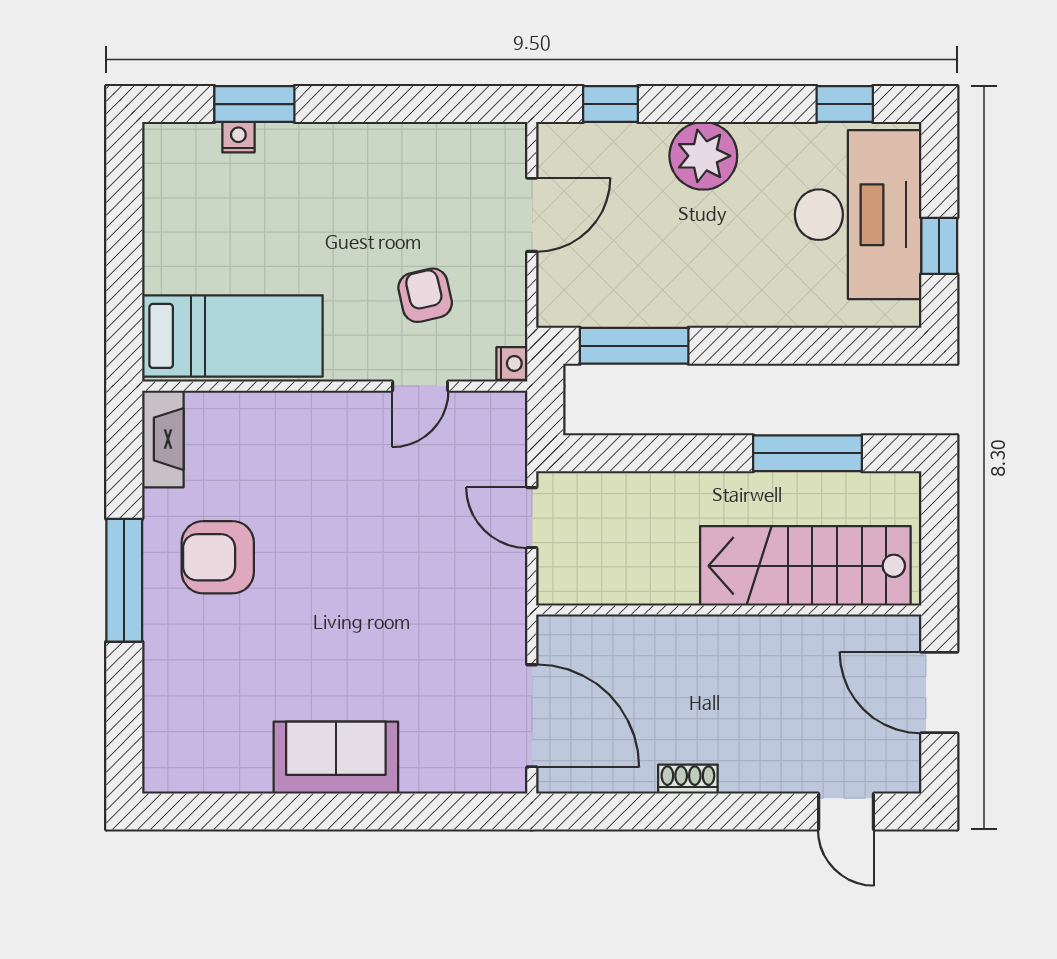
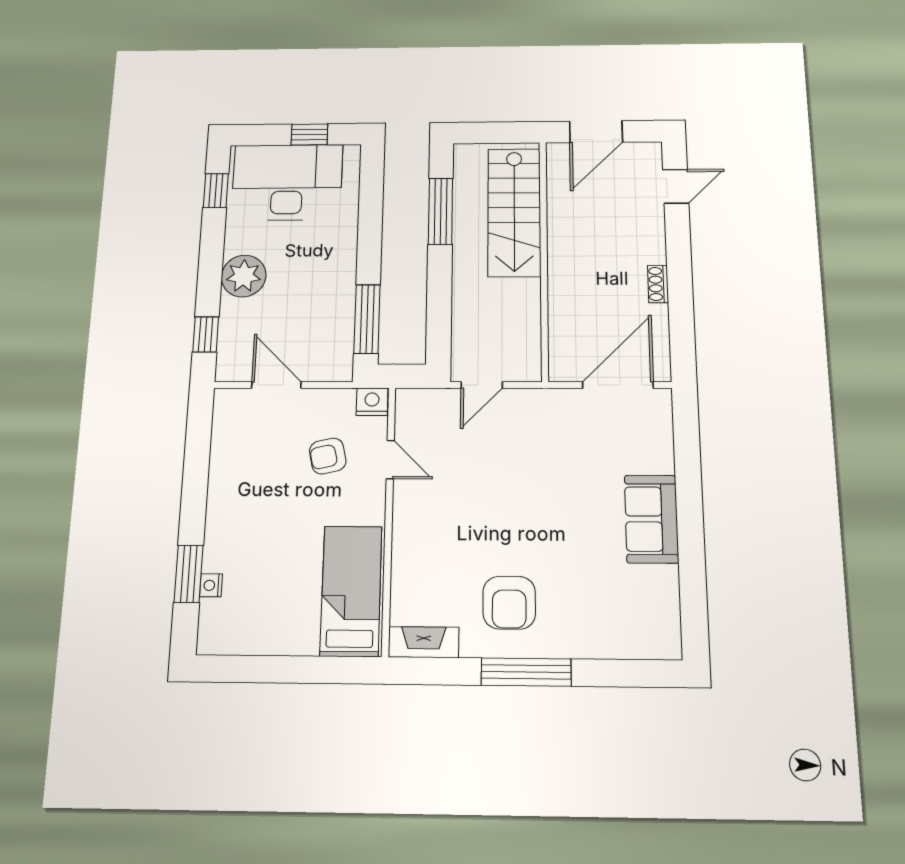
nightstand: (512, 363) -> (372, 402), width x1.39, depth x1.35

